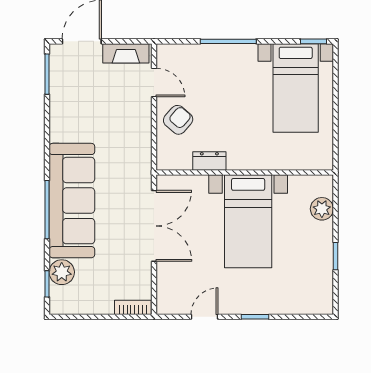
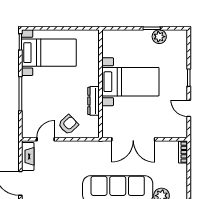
armchair: (178, 120) -> (68, 125), turned 95
dresser: (209, 161) -> (94, 101), width x1.44
plant: (322, 209) -> (159, 37), moved
double door: (154, 226) -> (133, 139), swing flipped

